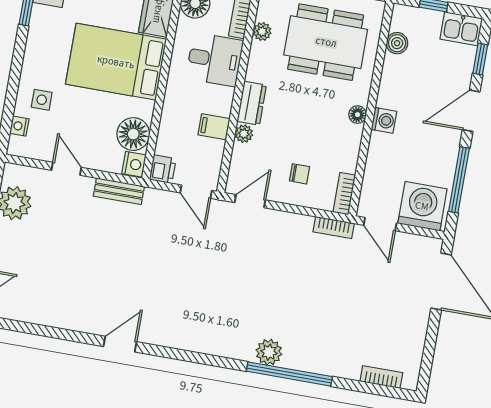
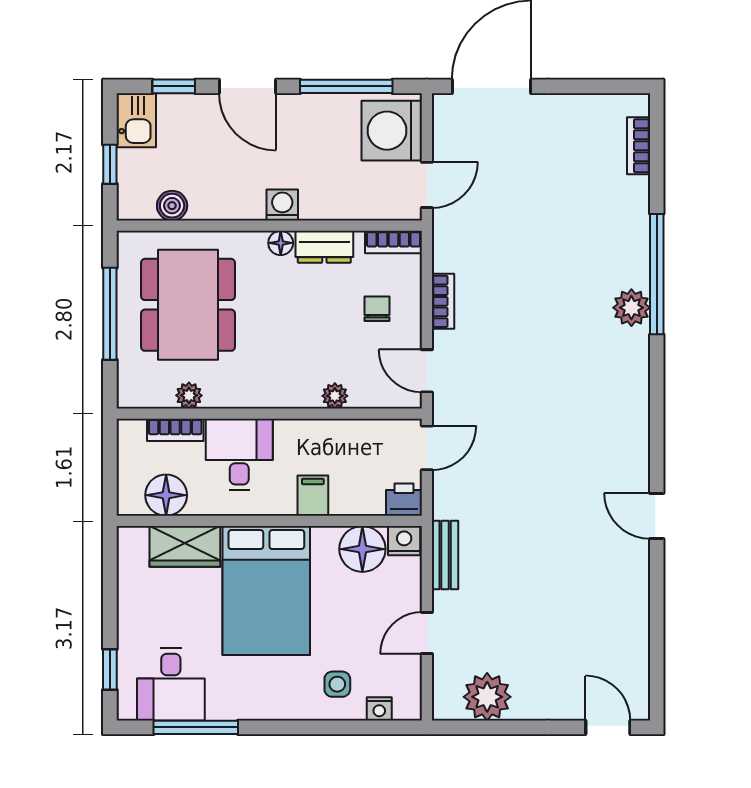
dresser: (252, 103) -> (324, 247), moved, turned 180
filing cabinet: (214, 127) -> (313, 496), moved, turned 180
bookcase: (334, 228) -> (443, 301), moved

